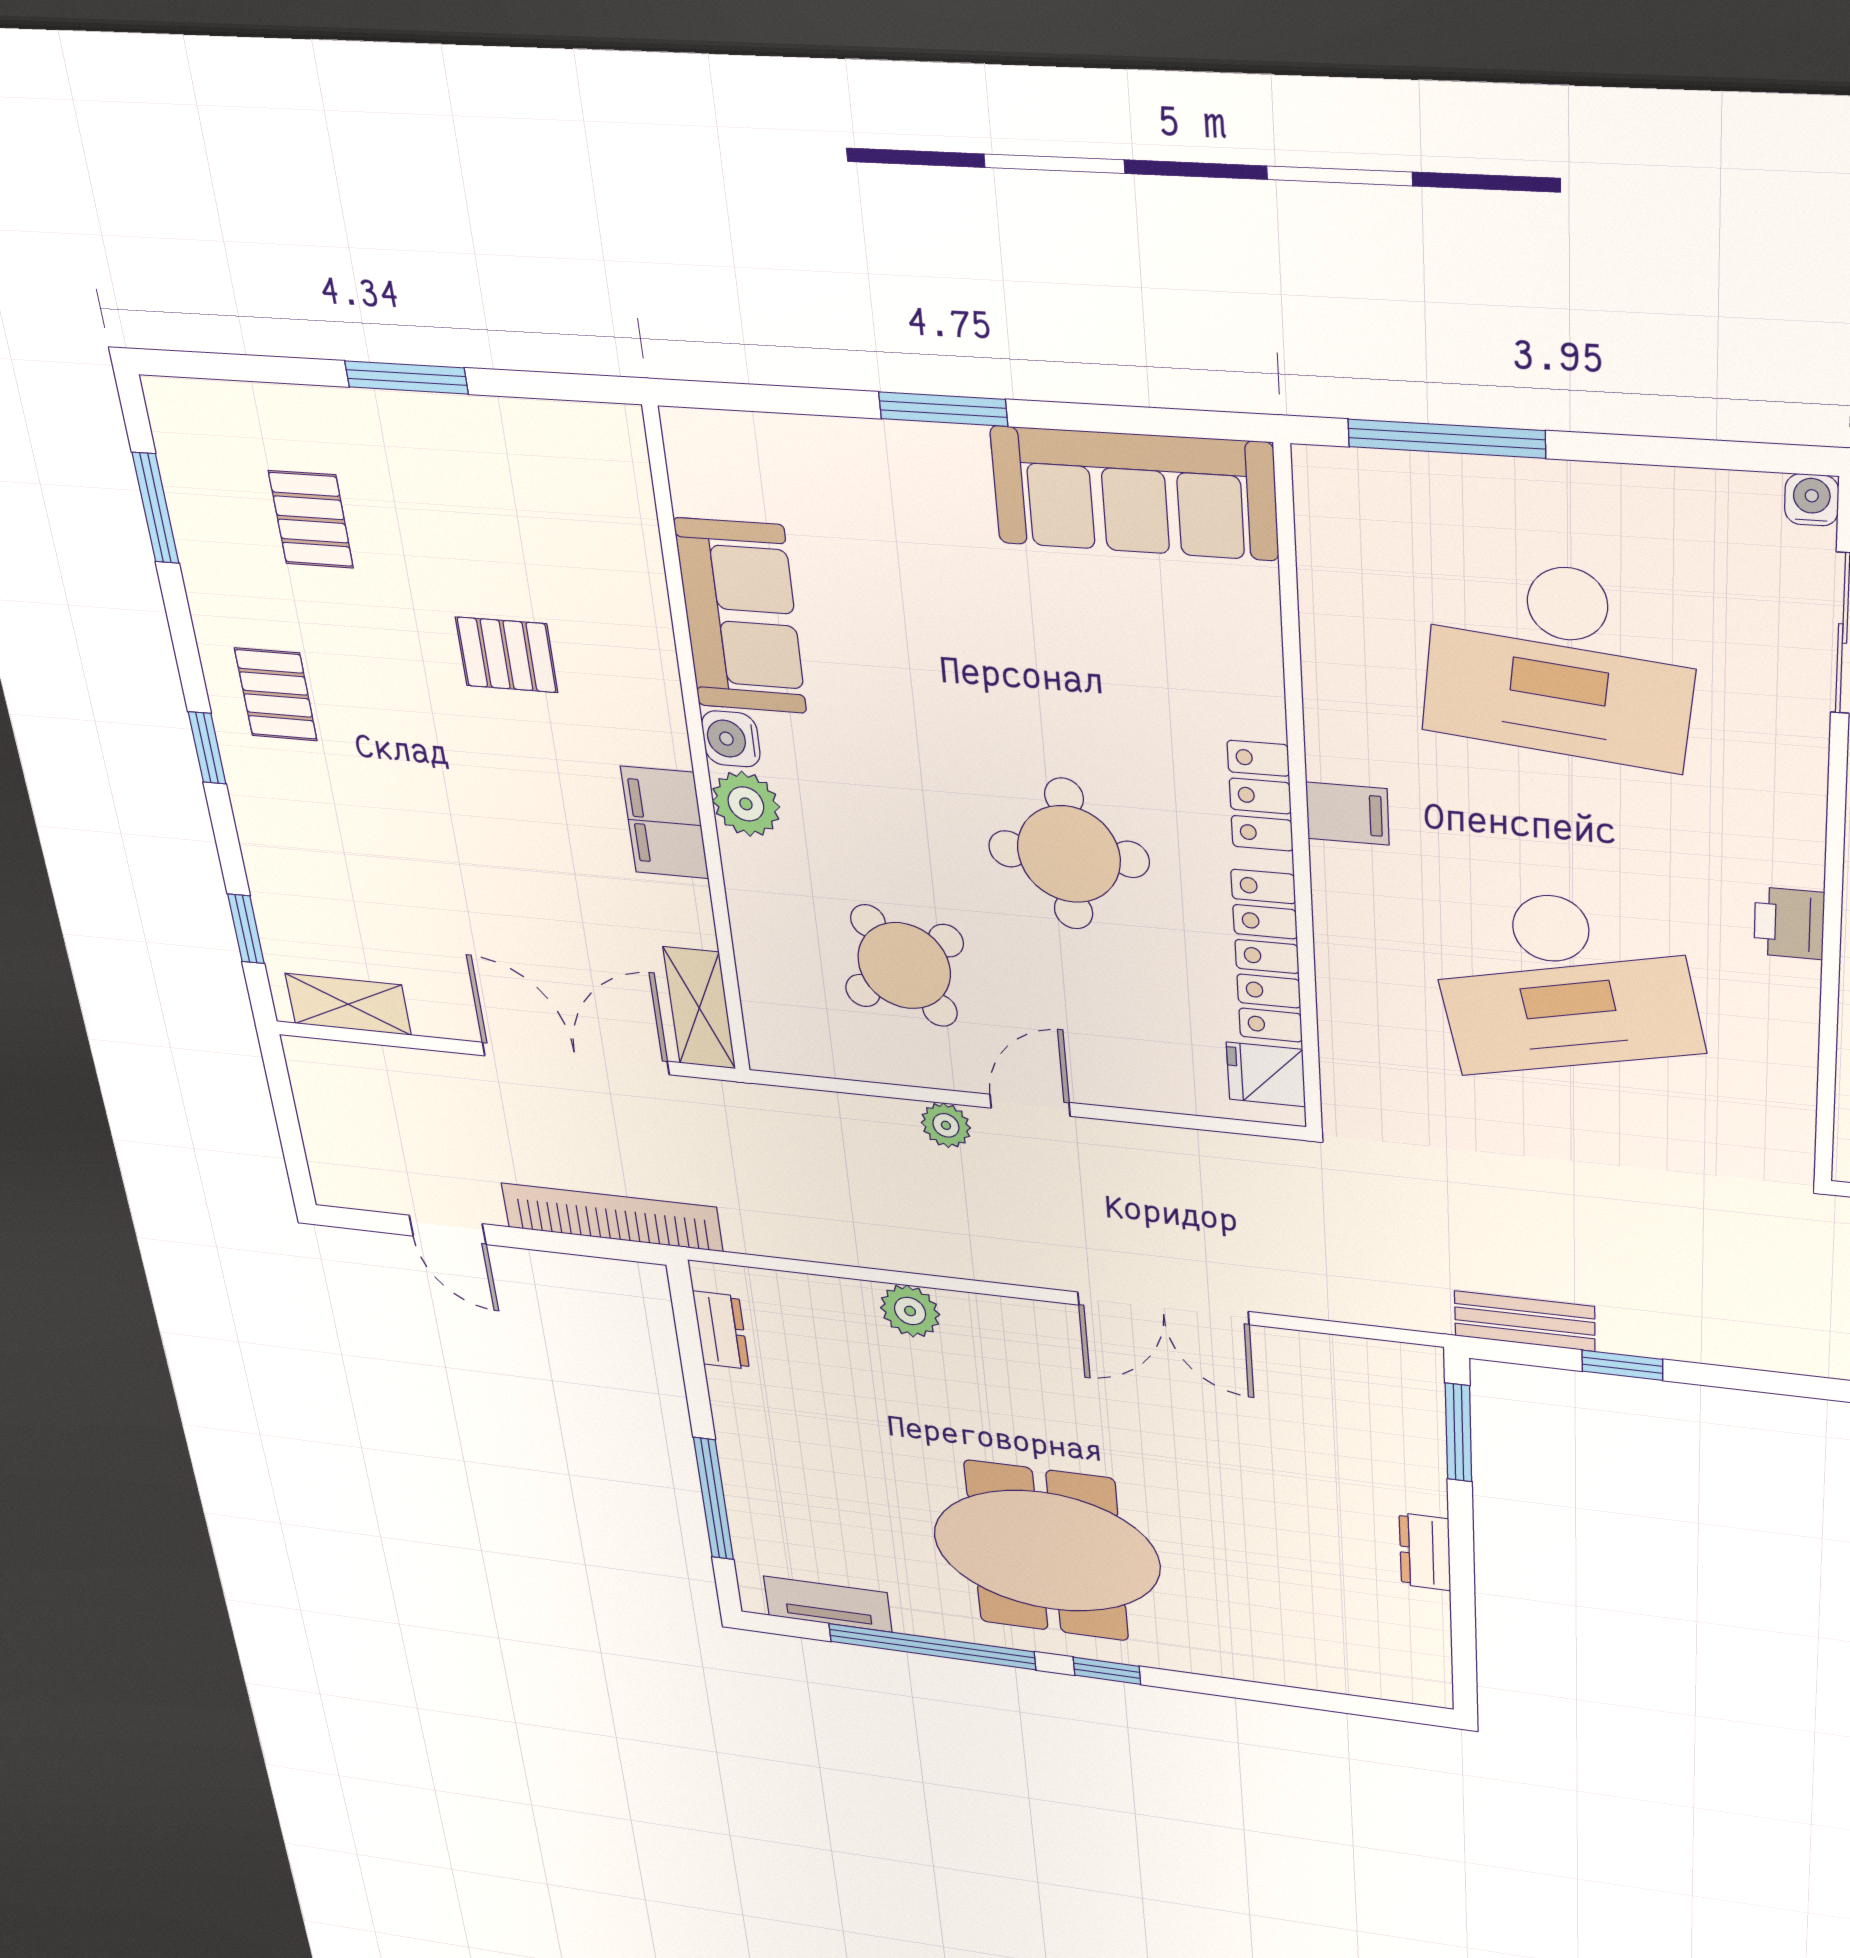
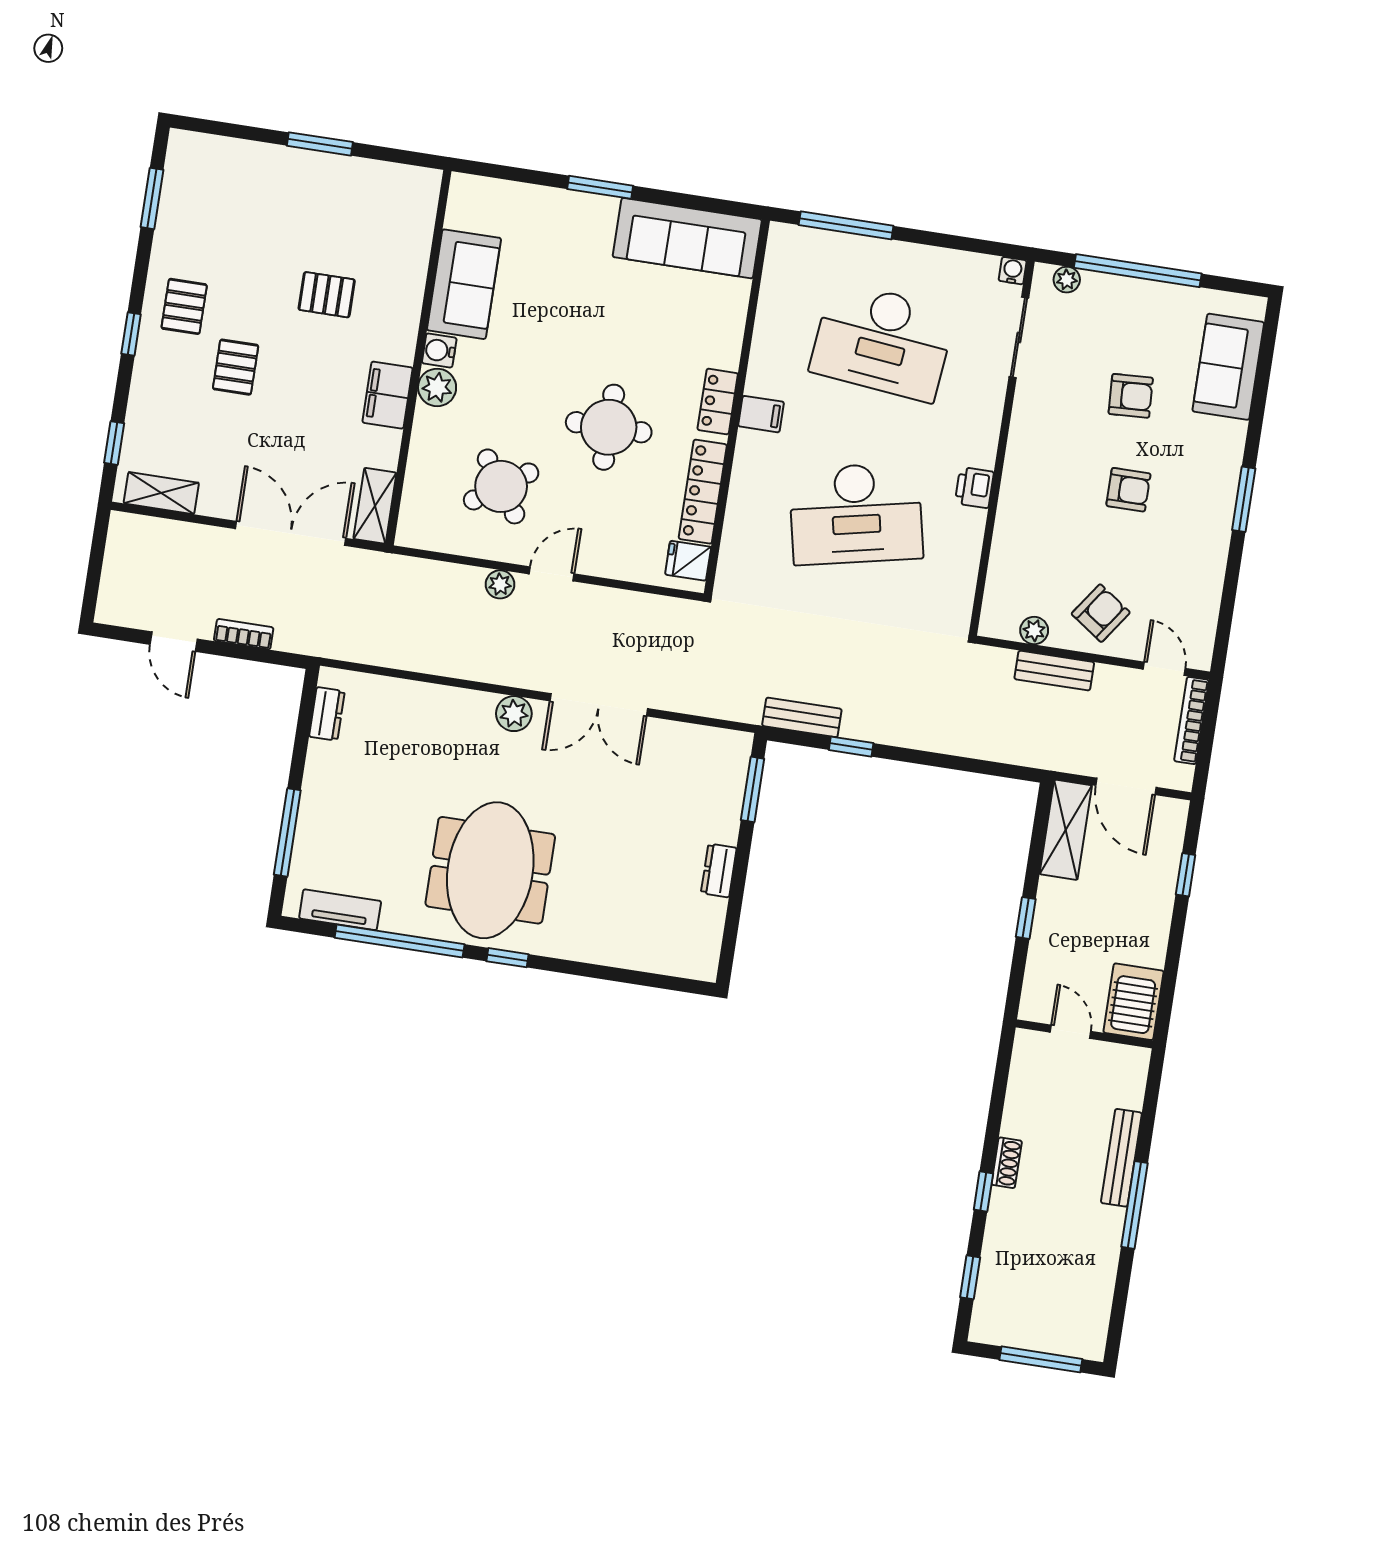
pallet: (311, 519) -> (236, 367), moved
bookcase: (612, 1217) -> (244, 634), width x0.43, depth x0.76
plant: (910, 1311) -> (514, 714), moved
meeting table: (1047, 1551) -> (490, 870), turned 90

